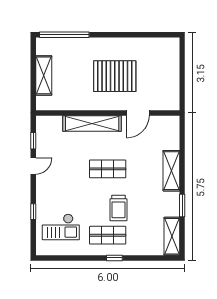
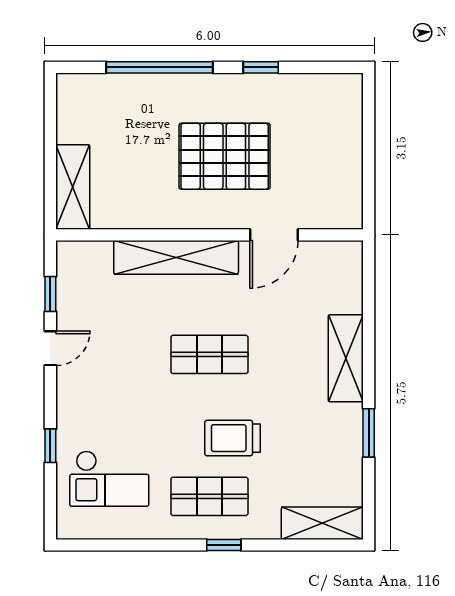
window: (64, 35) -> (160, 67), moved
window: (132, 35) -> (261, 67), added
shelving: (44, 75) -> (73, 187), moved
trolley: (118, 208) -> (233, 438), turned 90
shelving: (172, 236) -> (322, 523), moved, turned 90

